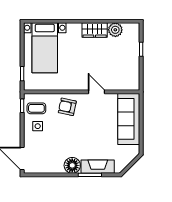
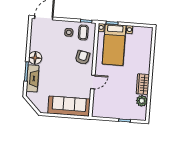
bed with nightstands: (45, 48) -> (114, 45), moved, turned -90

